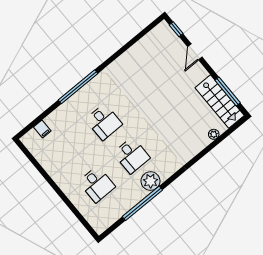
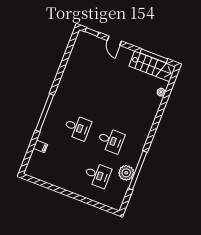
filing cabinet: (42, 129) -> (40, 146), moved
plant: (151, 181) -> (126, 173), moved

